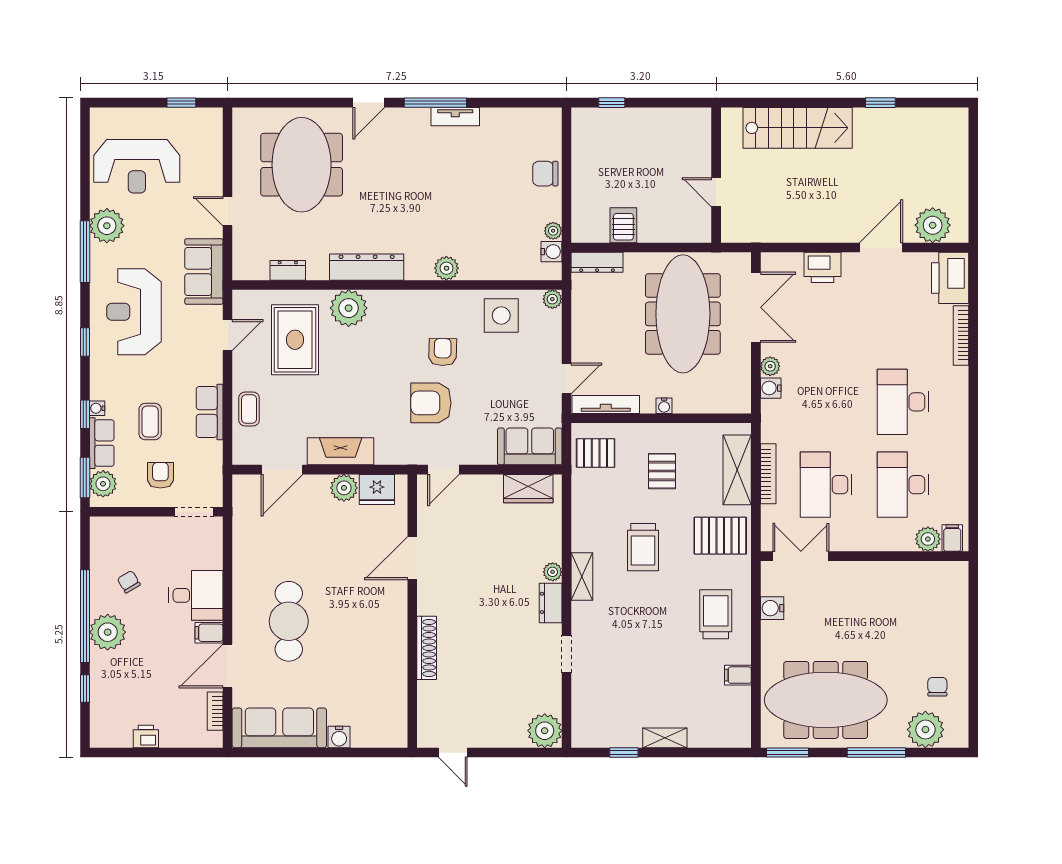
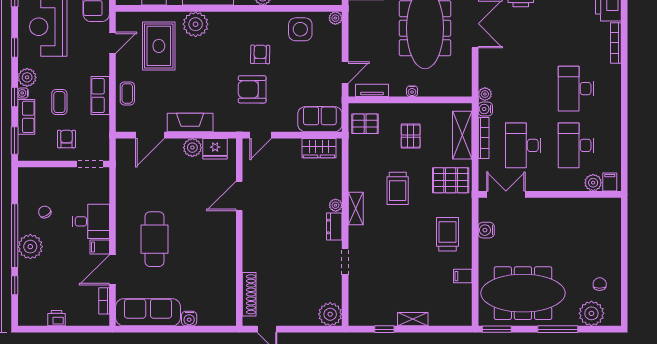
plant: (770, 366) -> (485, 94), moved
water cooler: (771, 388) -> (485, 109), moved
tv unit: (606, 404) -> (372, 90), width x0.71
plant: (103, 484) -> (27, 77), moved
shoe rack: (427, 648) -> (249, 294), moved

